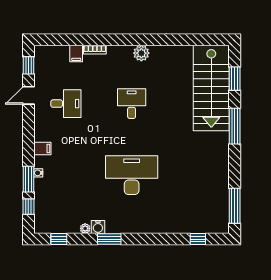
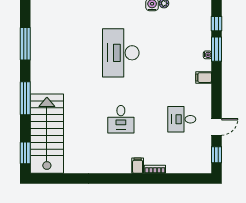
plant: (141, 53) -> (112, 166), removed
filing cabinet: (76, 54) -> (138, 166), moved
window: (235, 79) -> (25, 153), moved
desk: (132, 175) -> (121, 53), turned 90
window: (235, 206) -> (25, 44), moved

